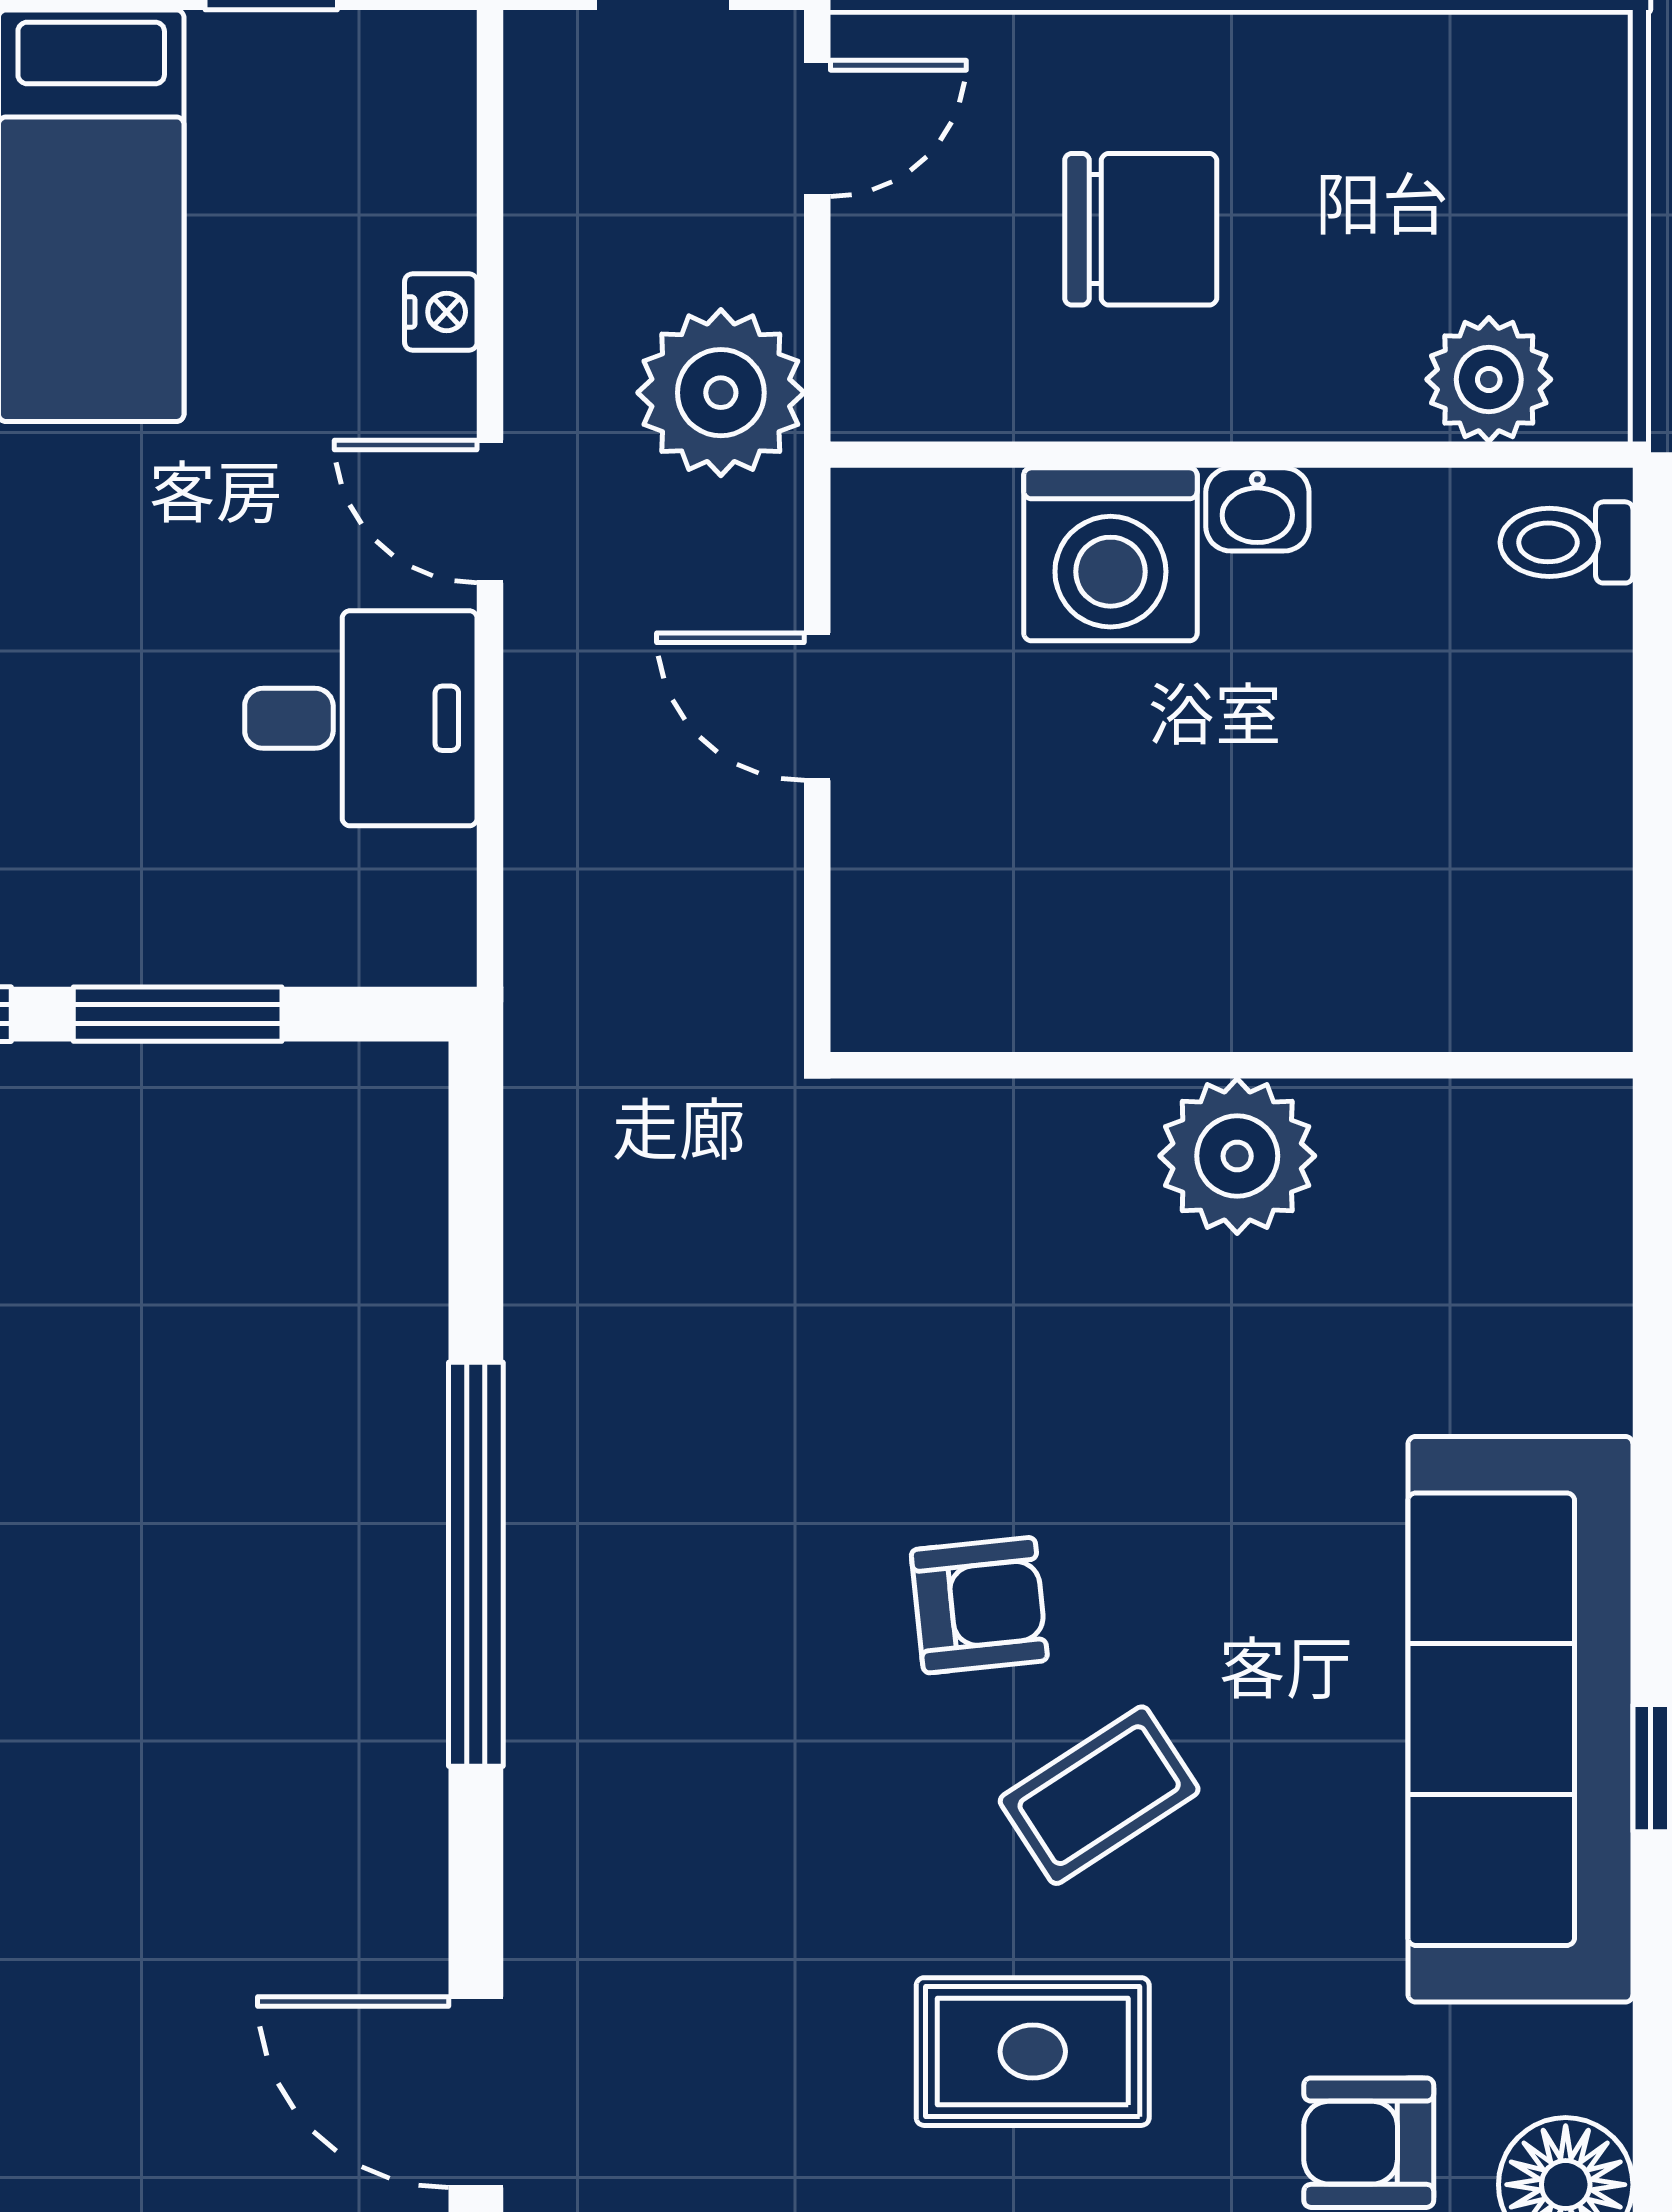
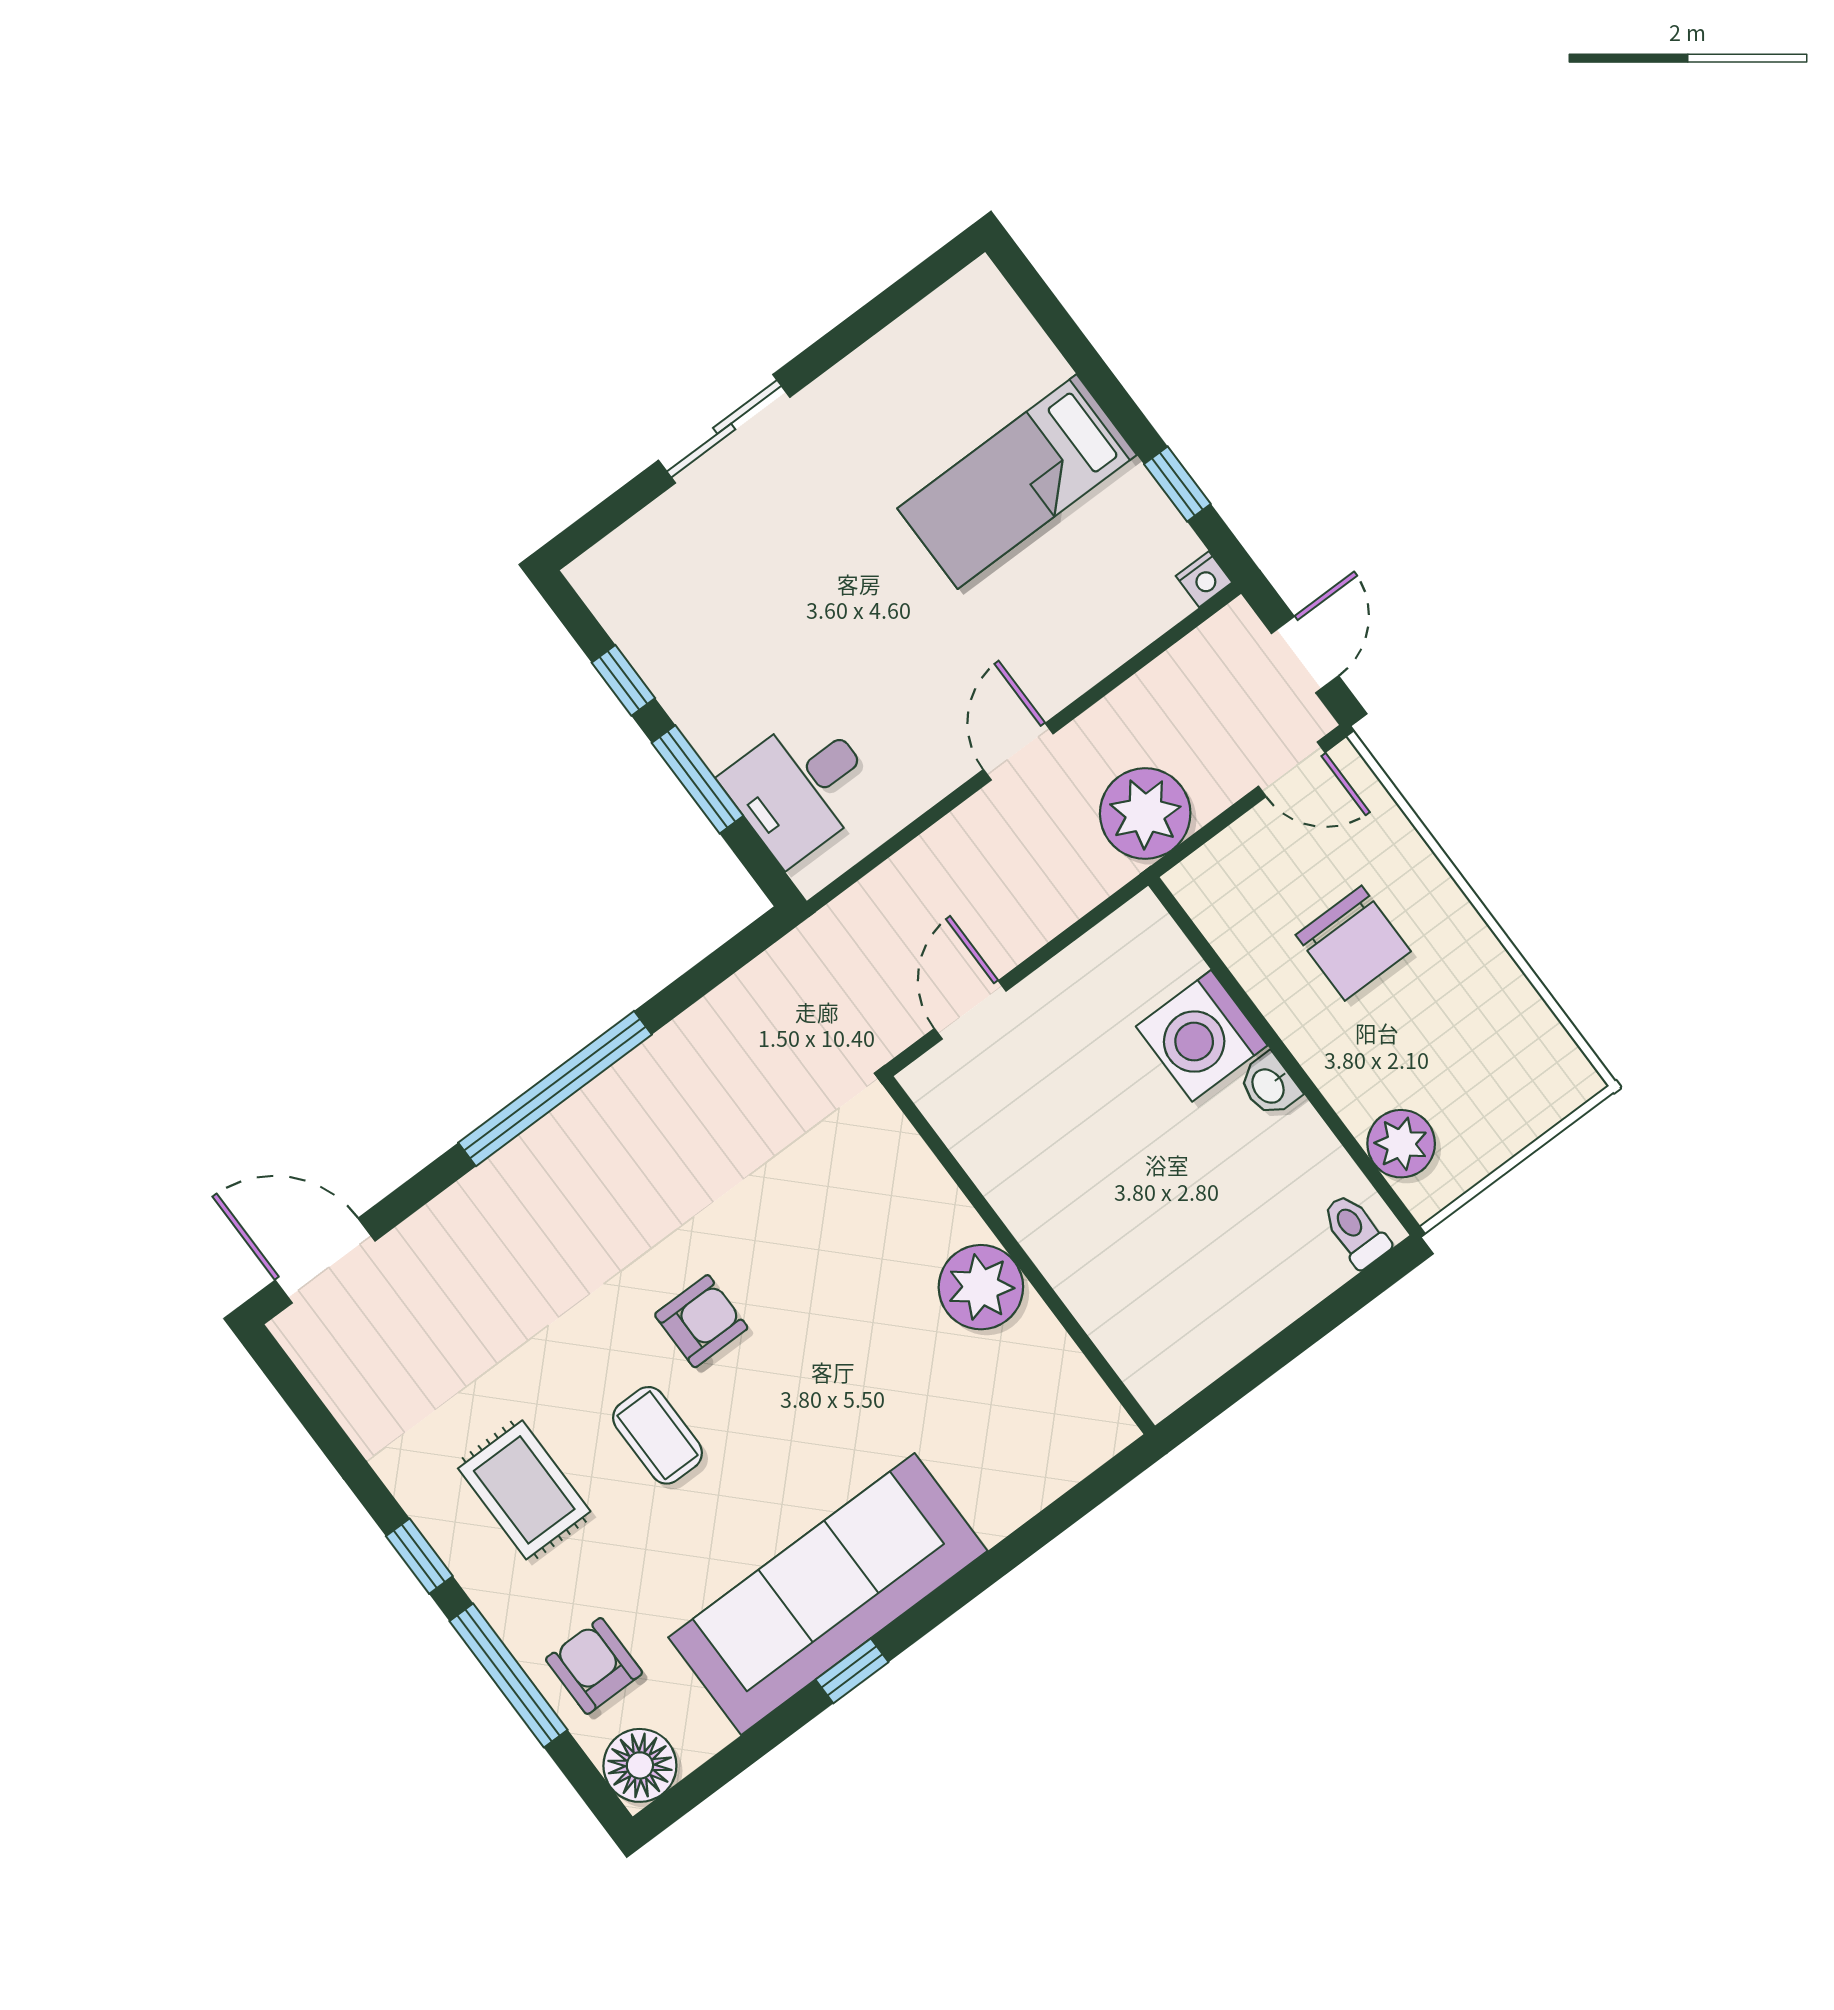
nightstand: (441, 312) -> (1204, 579), moved
door: (817, 707) -> (970, 1010), moved
desk: (361, 718) -> (801, 787), moved, turned 90
armchair: (979, 1605) -> (701, 1321), turned -84
coffee table: (1099, 1795) -> (658, 1435), turned 33
door: (476, 2092) -> (325, 1261), hinge flipped

